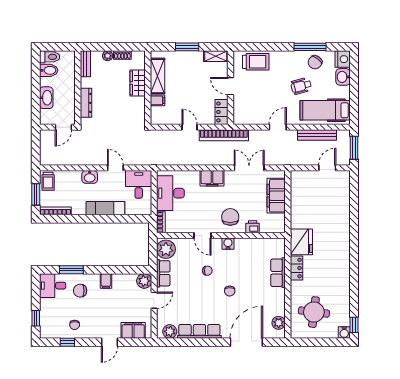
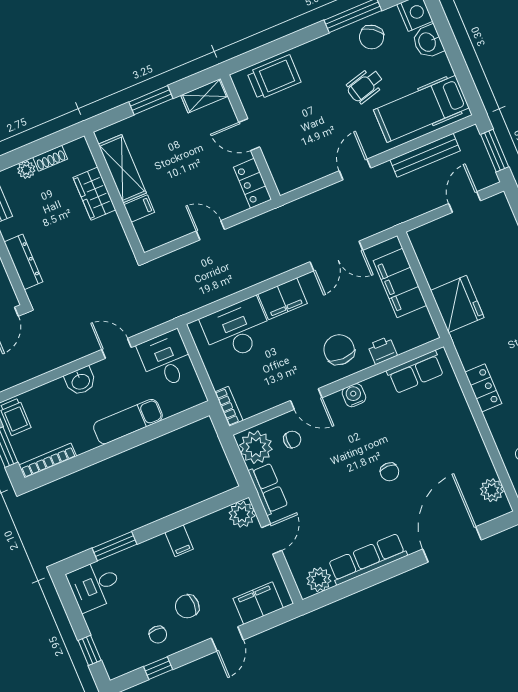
bookcase: (224, 135) -> (272, 220), removed
double door: (249, 168) -> (336, 256), swing flipped
desk: (170, 193) -> (237, 329), moved, turned 90
fridge: (301, 242) -> (457, 304), moved
chair: (207, 271) -> (292, 439), moved
row of seats: (278, 273) -> (415, 372), moved, turned -90
chair: (80, 291) -> (187, 606), moved

